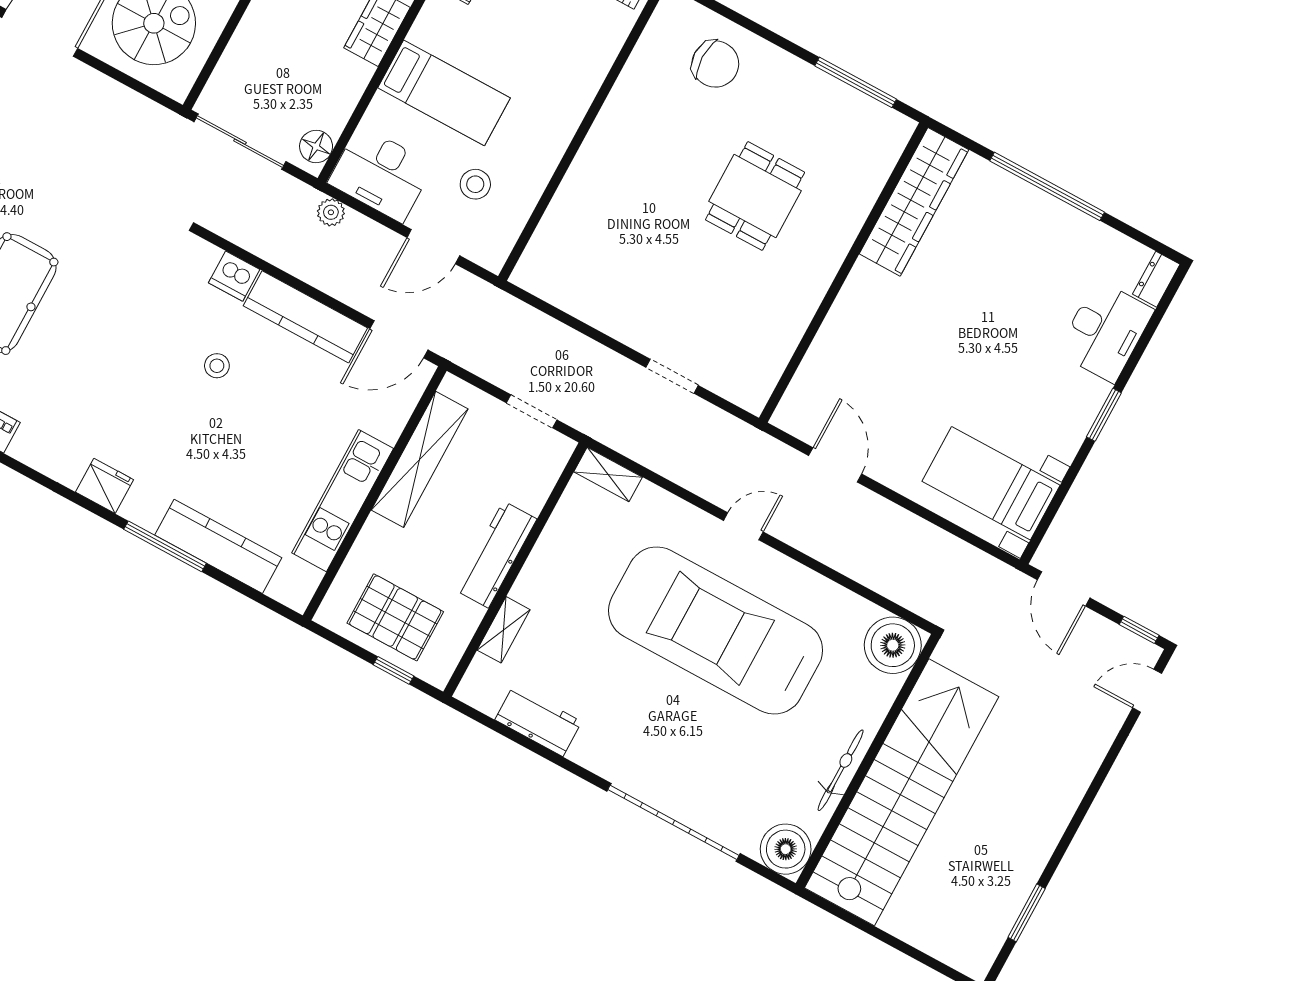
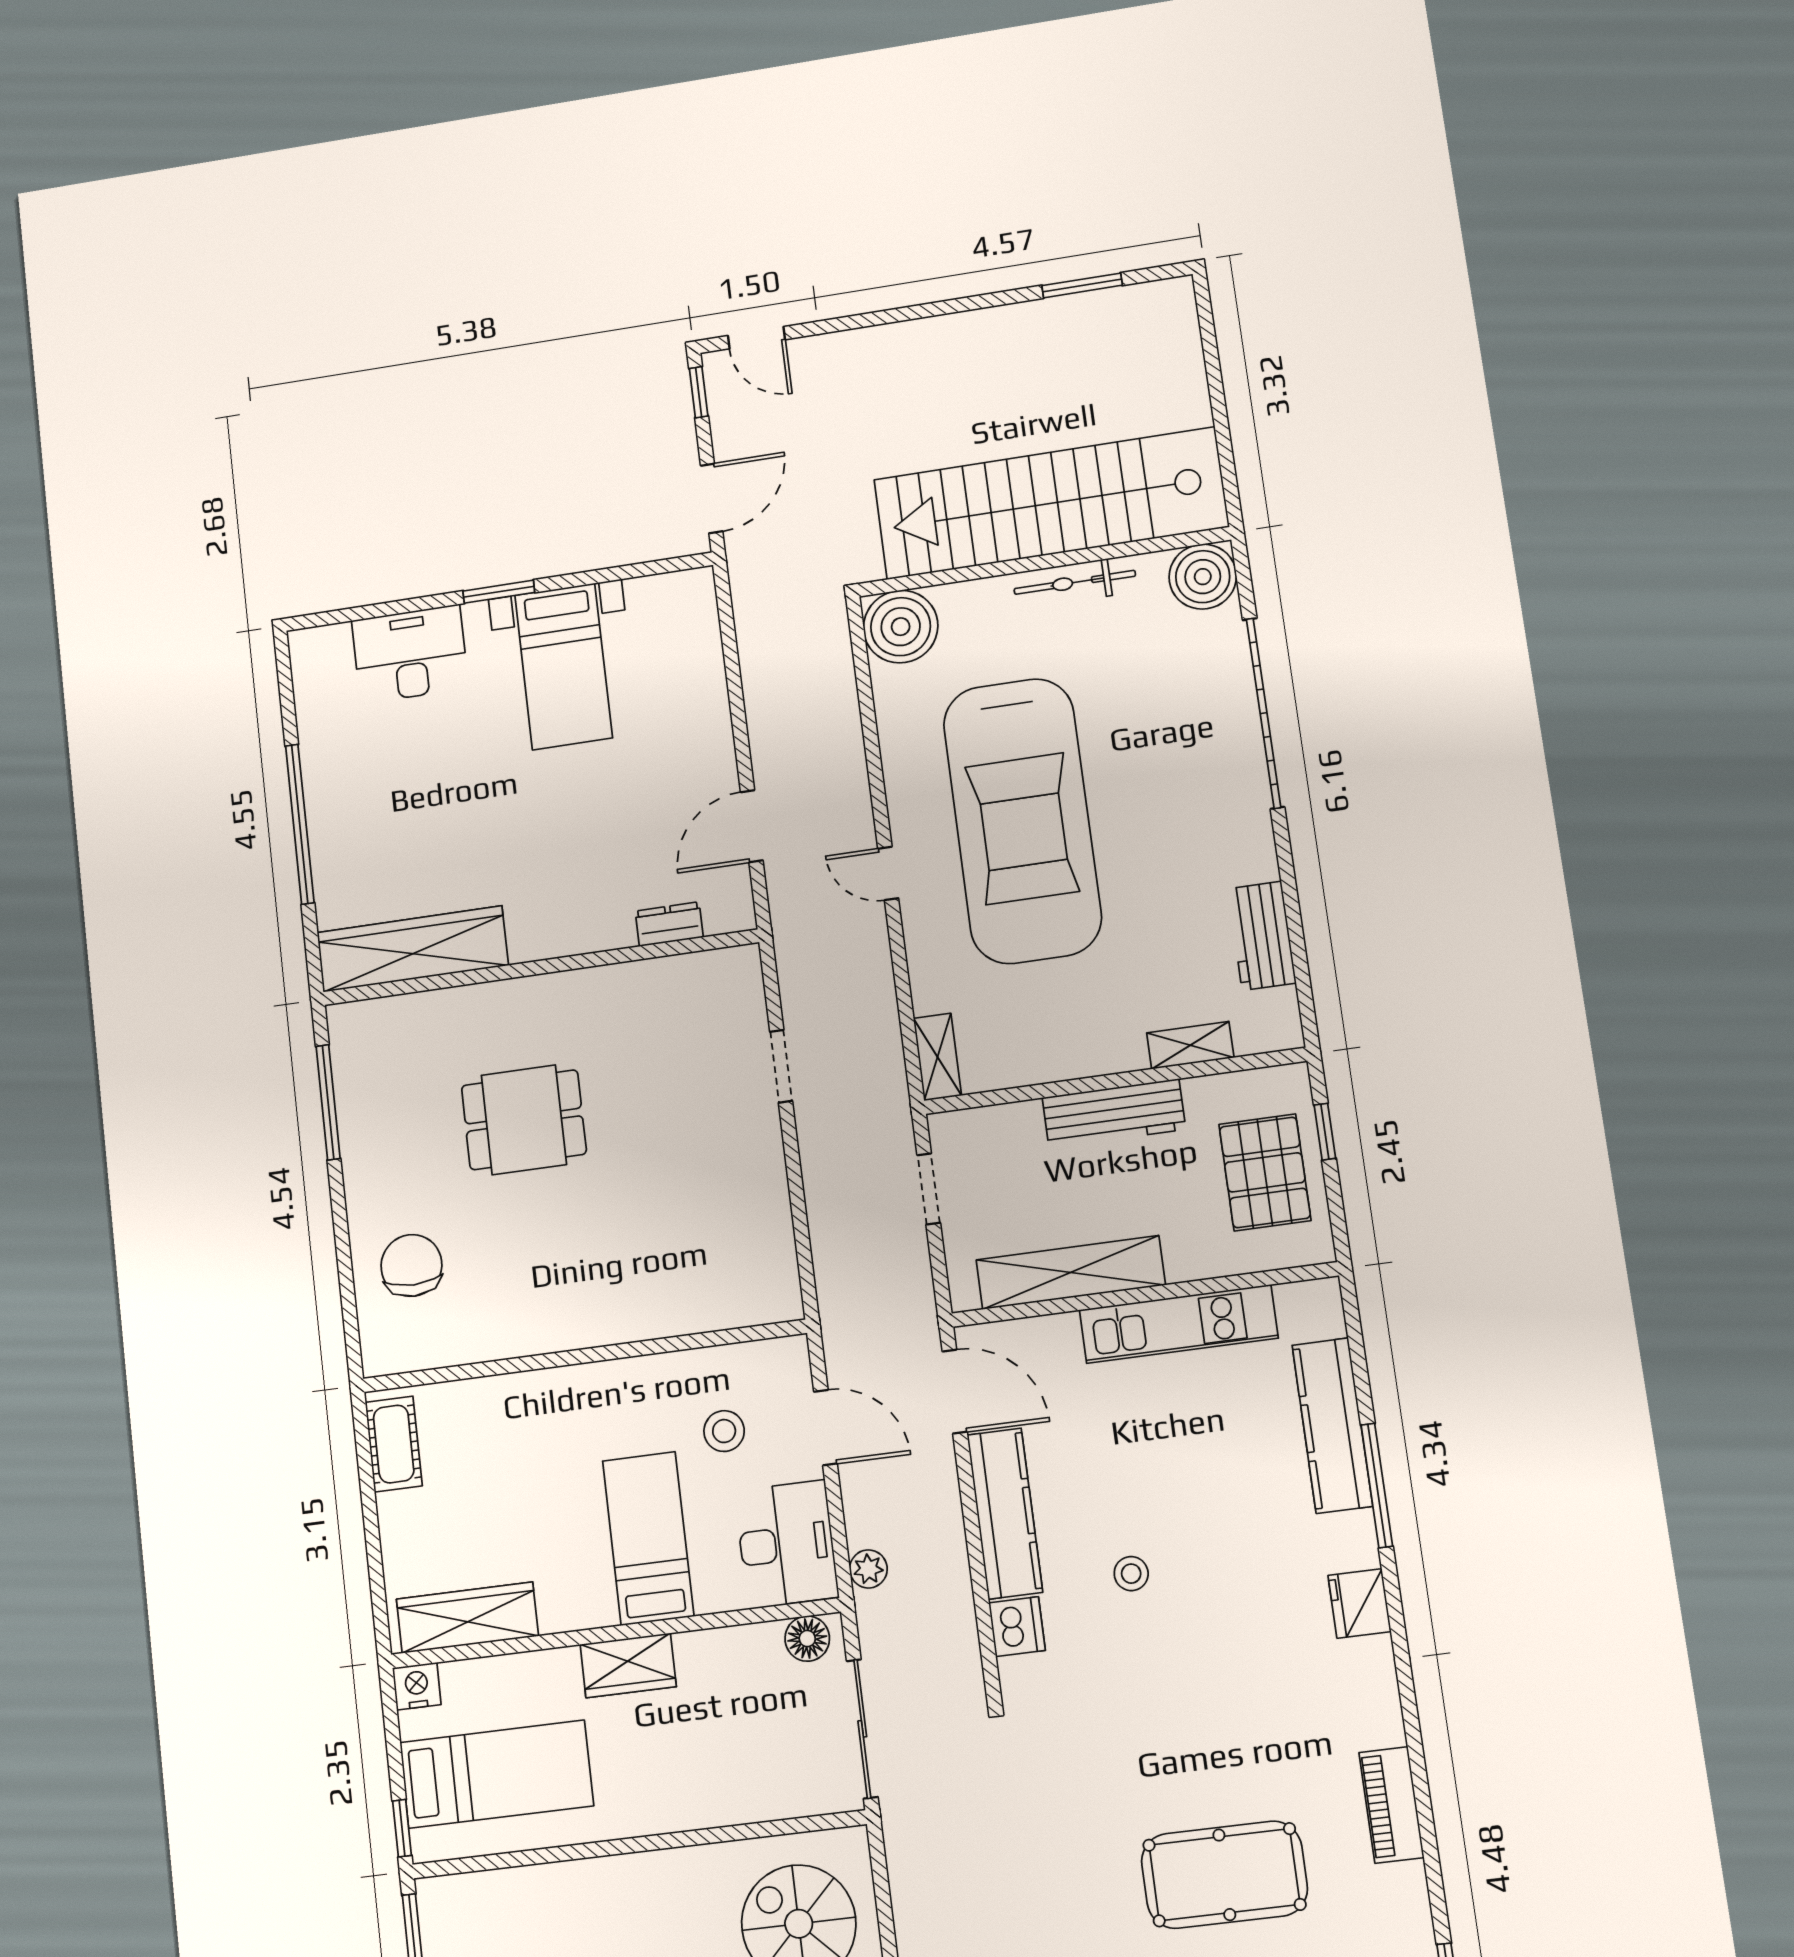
dresser: (1156, 279) -> (669, 924), moved, turned 180
bed with nightstands: (991, 483) -> (564, 666), moved

